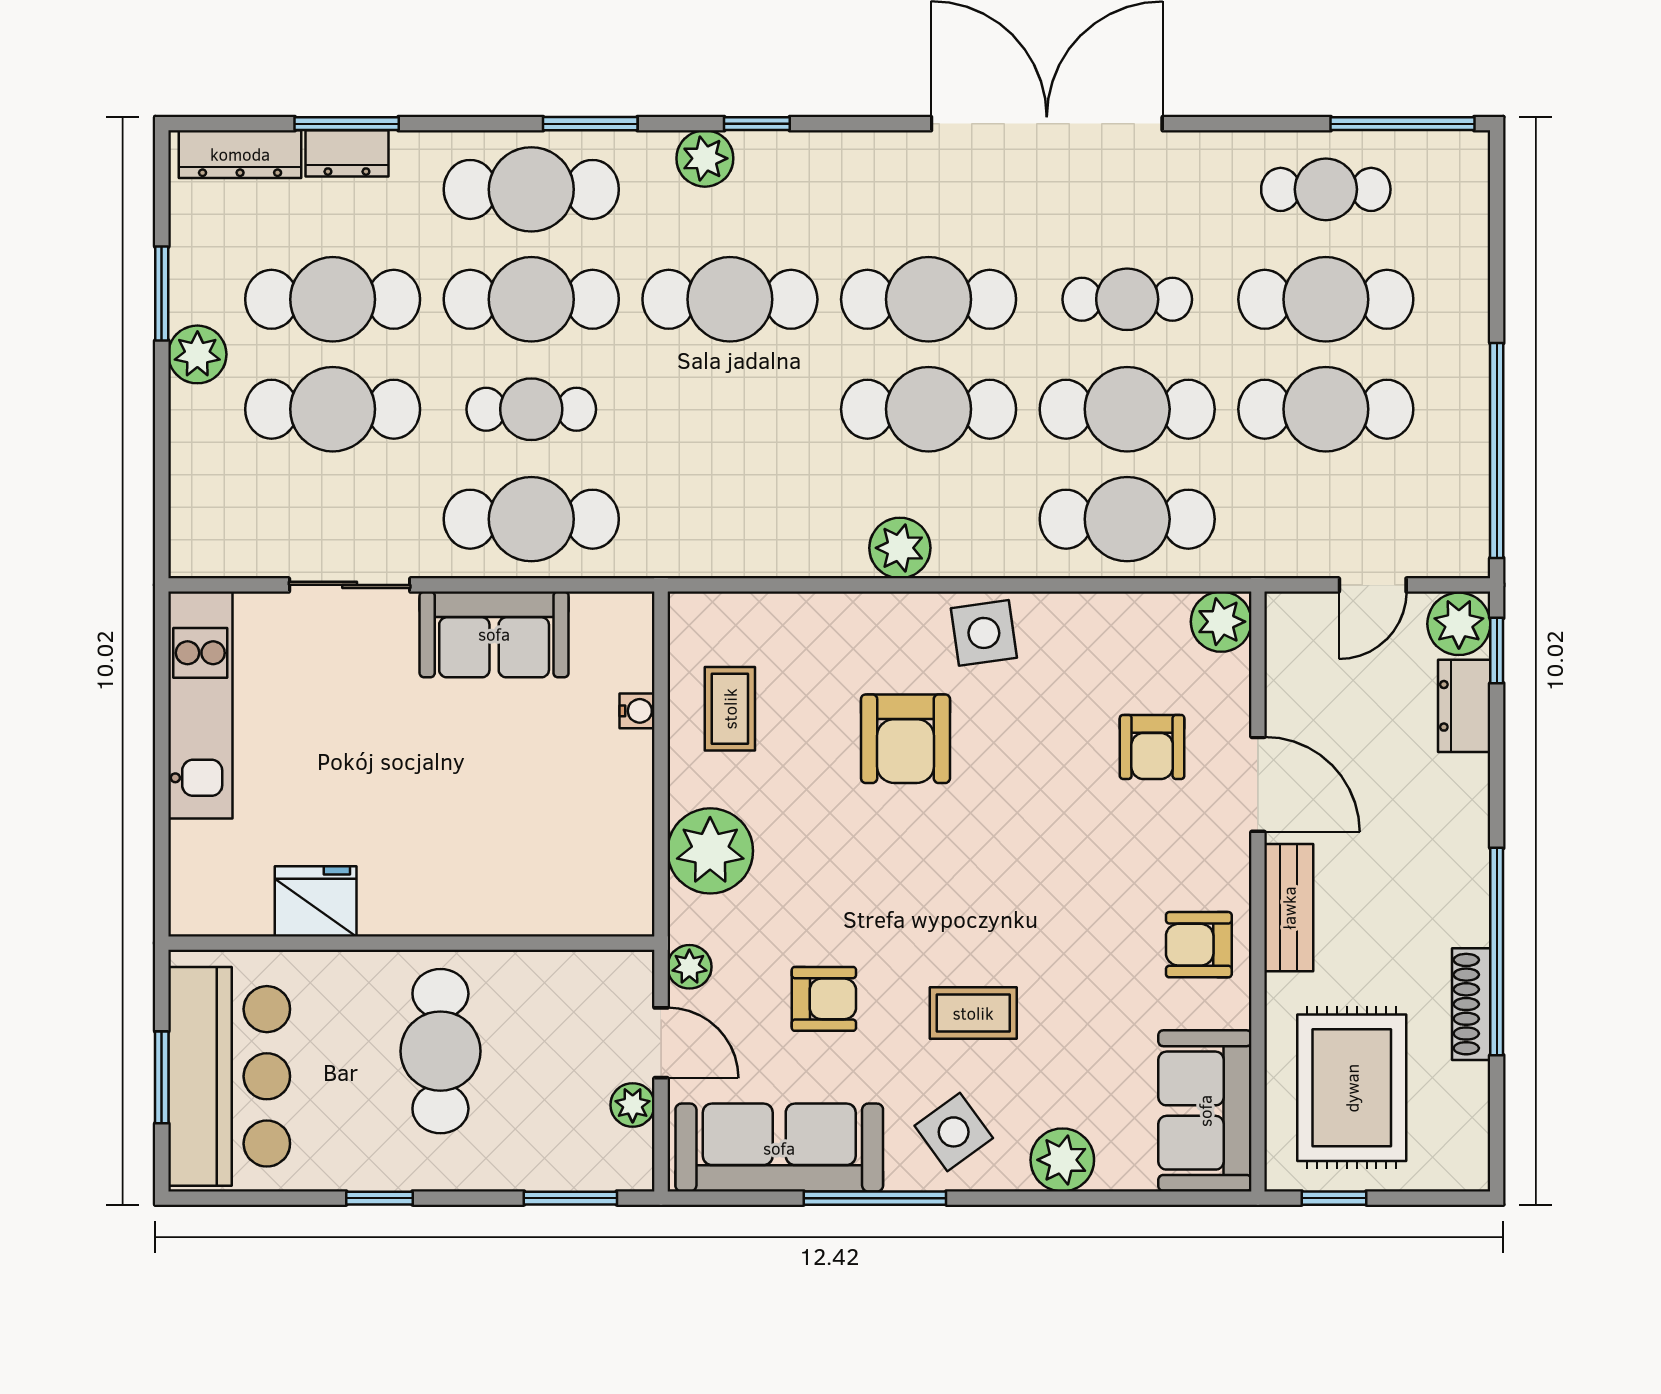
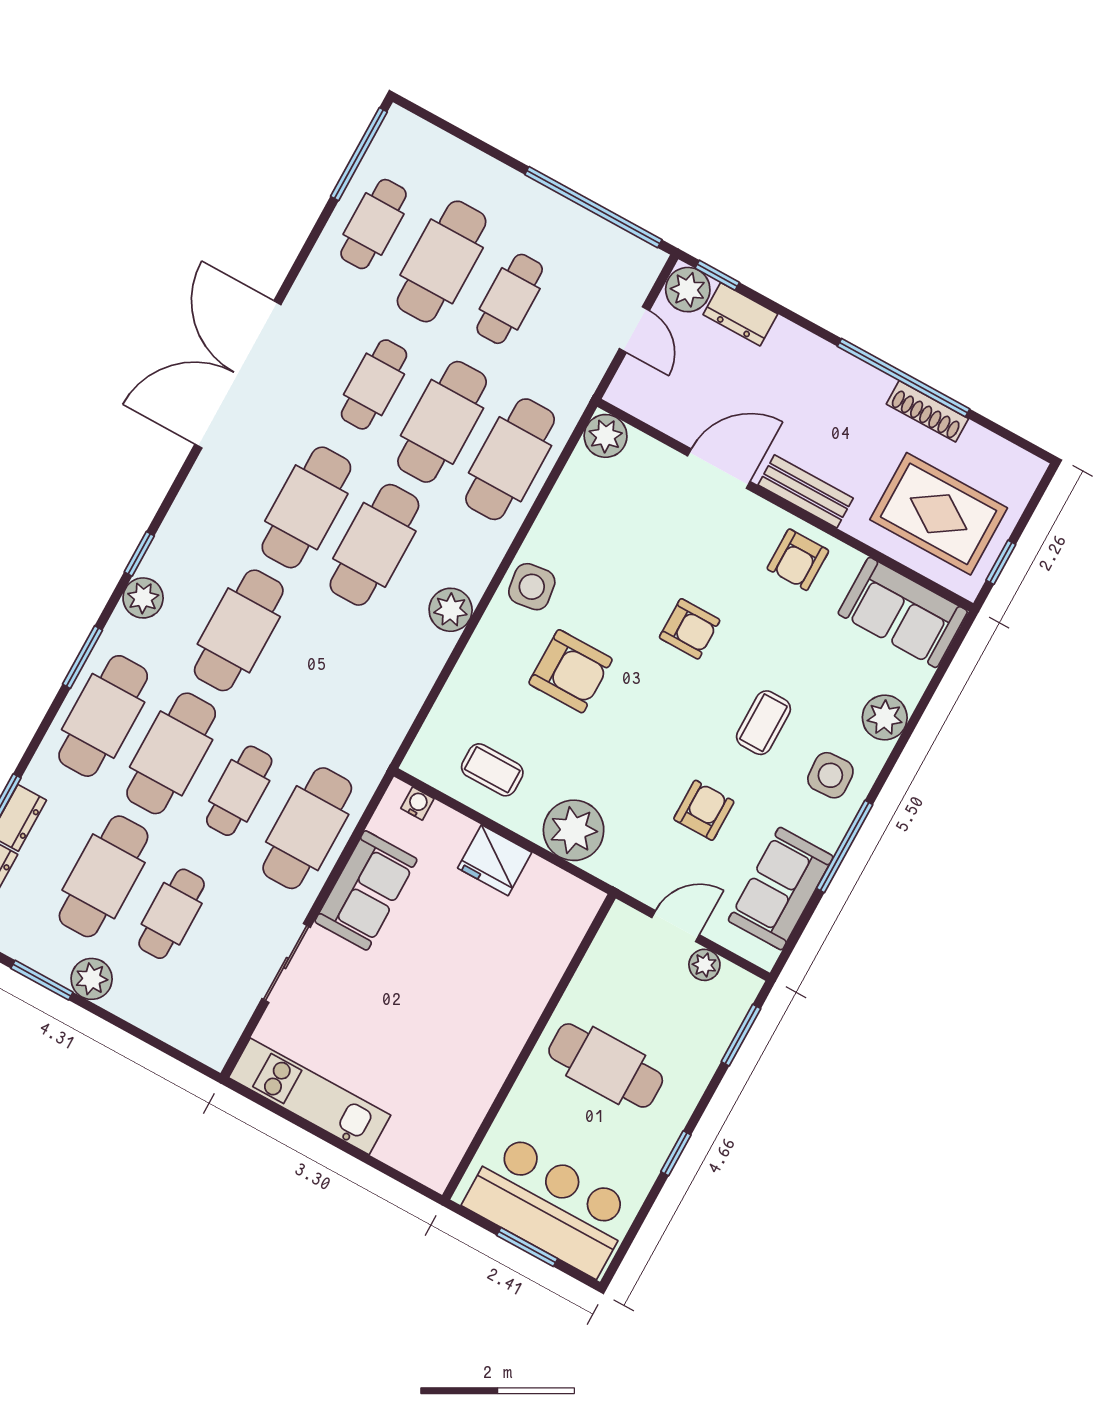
cafe table: (333, 409) -> (172, 914), width x0.73, depth x0.74
cafe table: (1326, 409) -> (510, 299), width x0.73, depth x0.74
water cooler: (637, 711) -> (417, 804), moved
armchair: (1152, 747) -> (690, 629), moved
fridge: (316, 901) -> (495, 860), moved, turned -90
plant: (689, 967) -> (638, 883), removed
side table: (954, 1132) -> (830, 775), turned 33
sofa: (779, 1148) -> (781, 889), width x0.73

